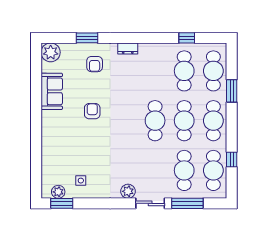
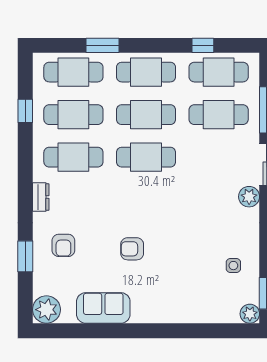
armchair: (95, 64) -> (63, 245), turned 90
cafe table: (155, 71) -> (73, 157), added
plant: (58, 192) -> (250, 314), moved

